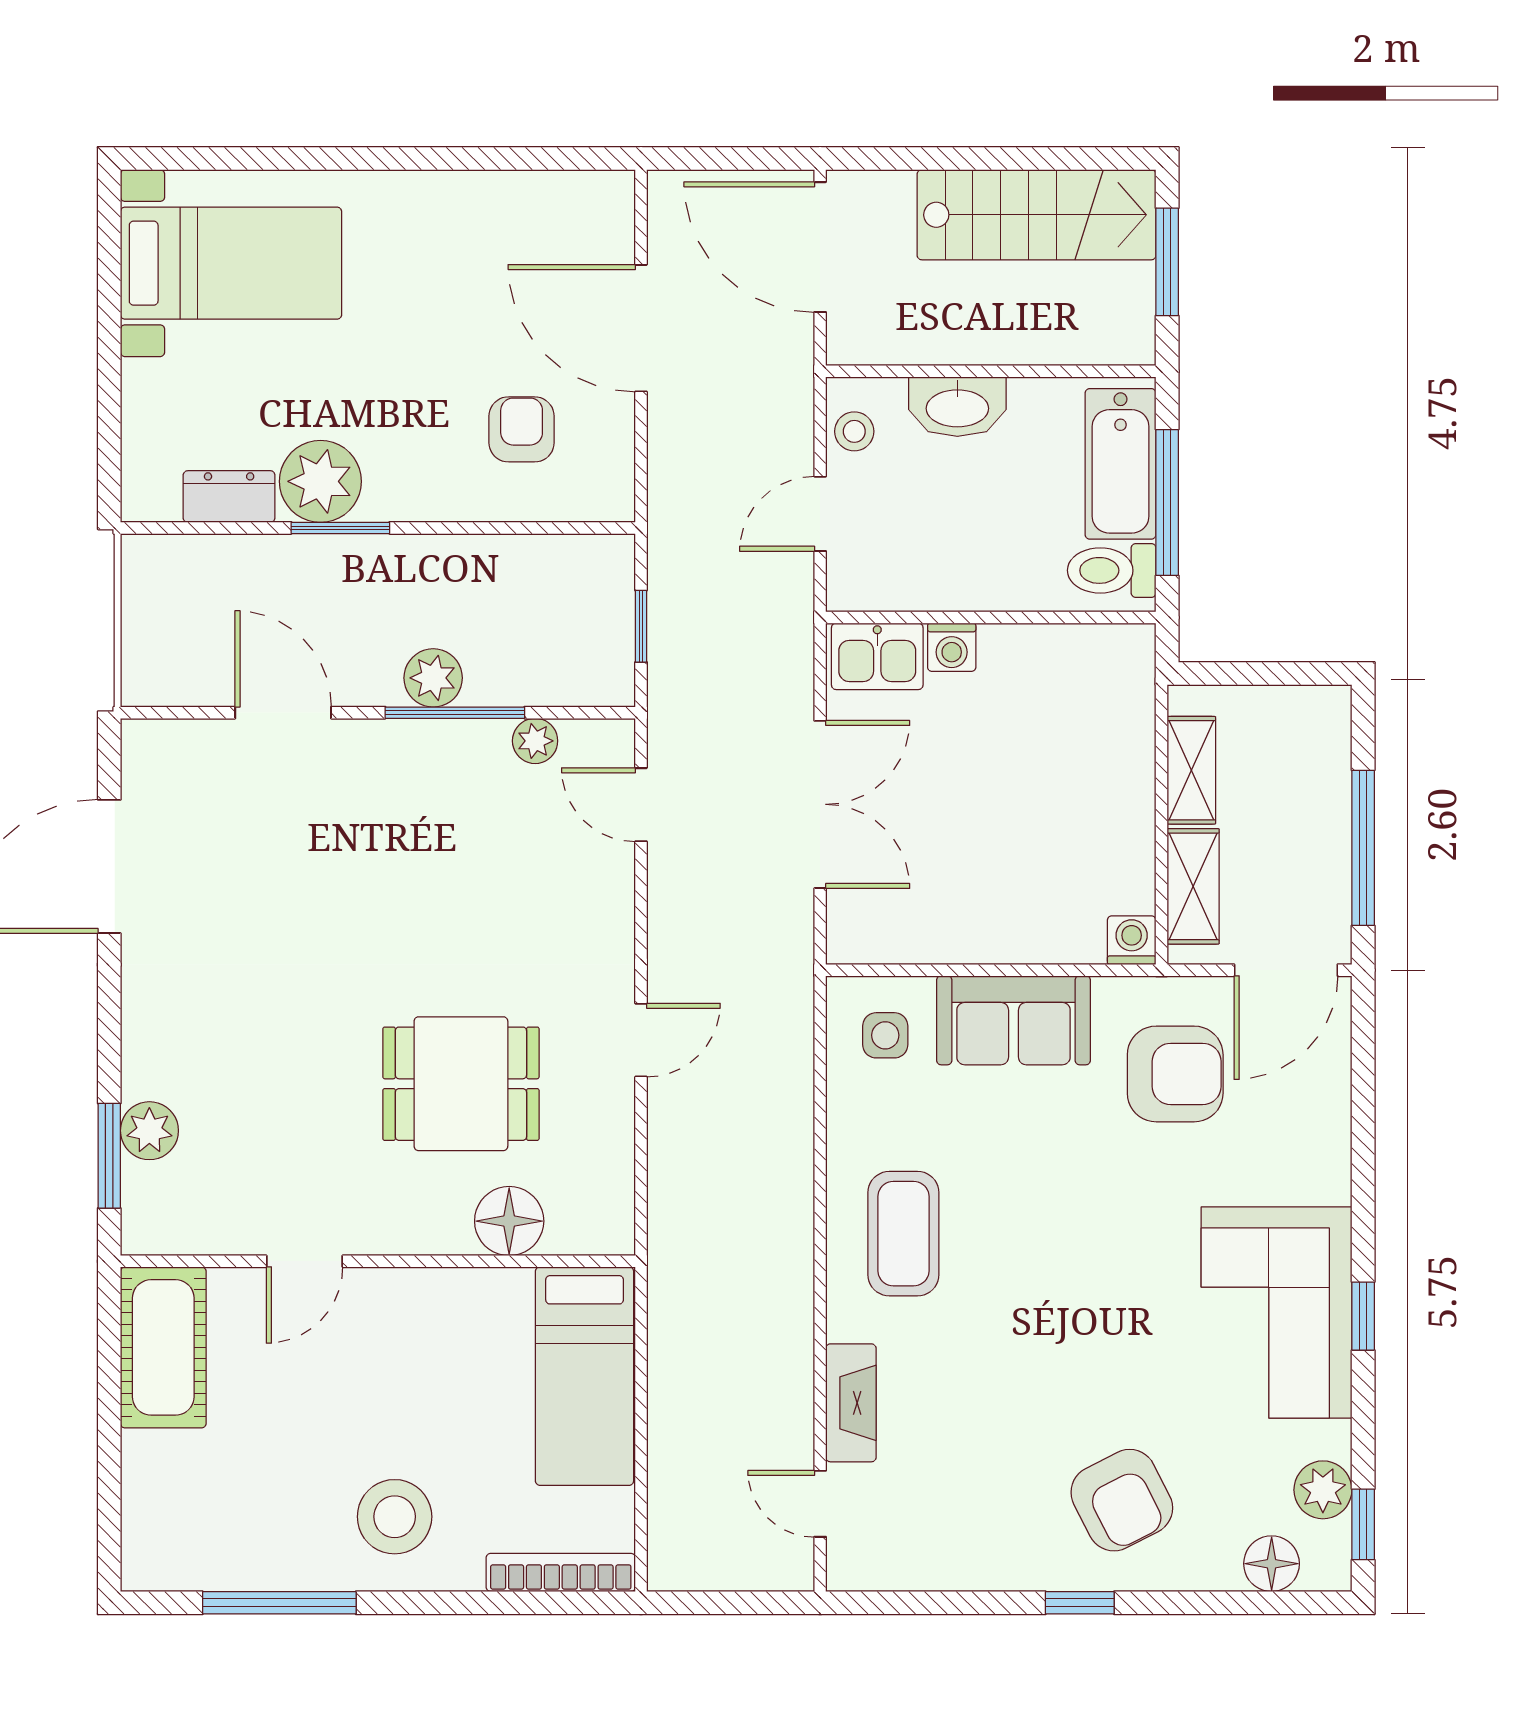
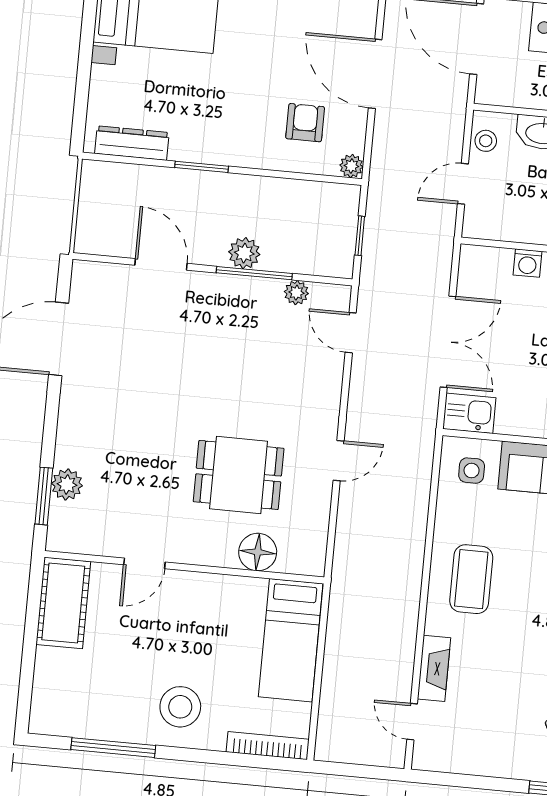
plant: (320, 481) -> (351, 166), moved, width x0.53, depth x0.53
dresser: (229, 497) -> (132, 143), width x1.44
kitchen sink: (877, 656) -> (469, 413), moved, turned 180

